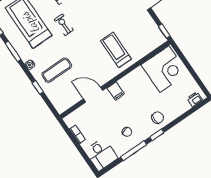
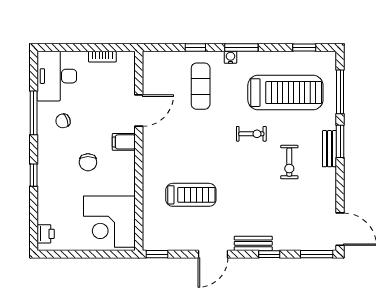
treadmill: (116, 50) -> (191, 195), moved
window: (13, 51) -> (241, 48), moved
chair: (158, 118) -> (88, 162), moved
window: (157, 135) -> (34, 175), moved
desk: (101, 154) -> (57, 76), width x1.37

